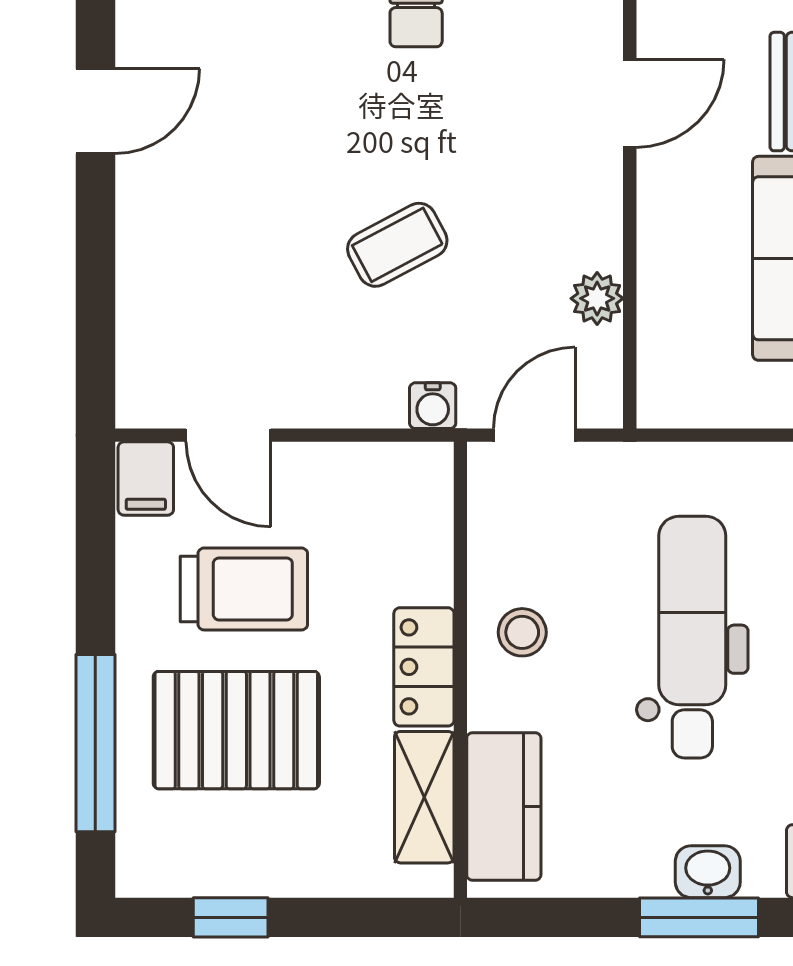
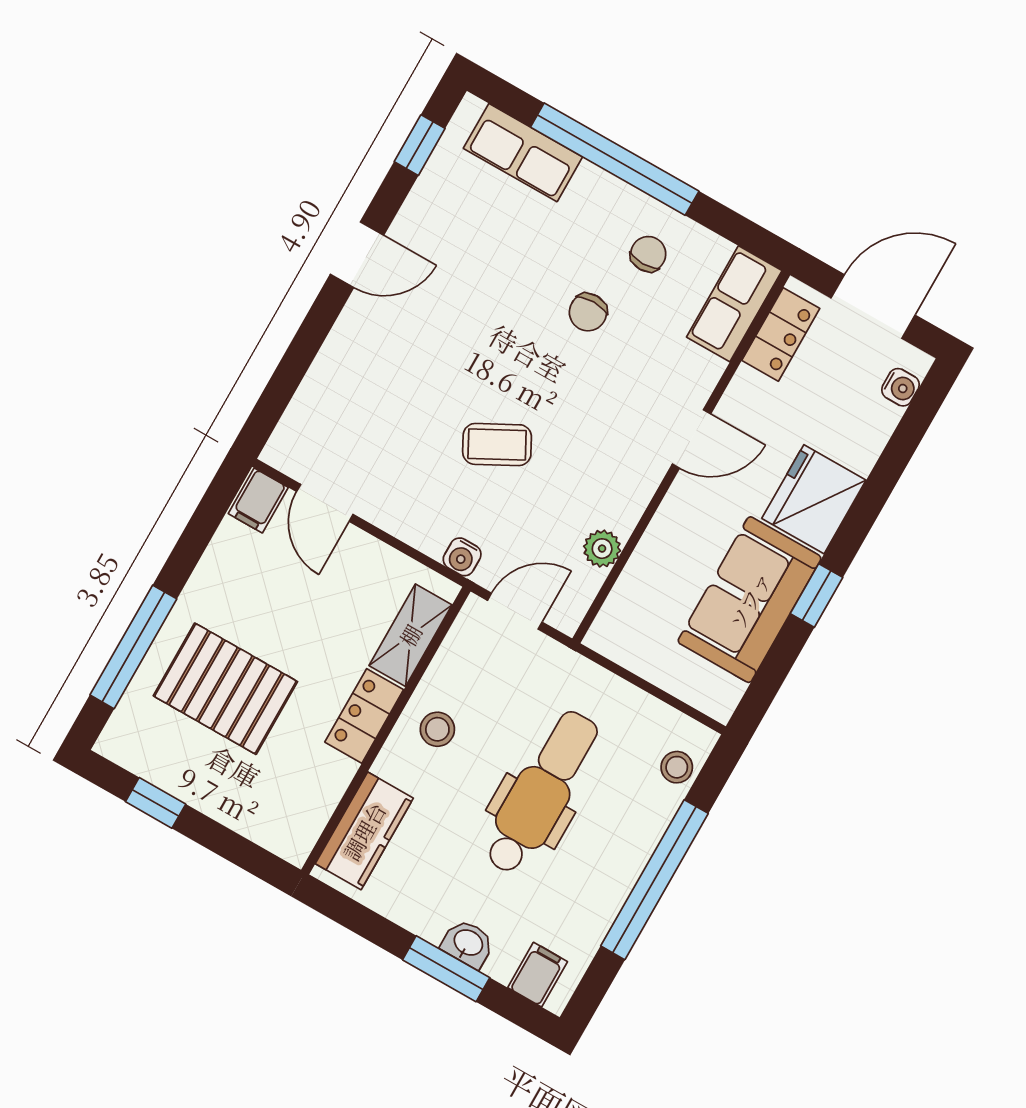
trolley: (244, 589) -> (280, 604), removed
shelving: (424, 797) -> (410, 635), moved

